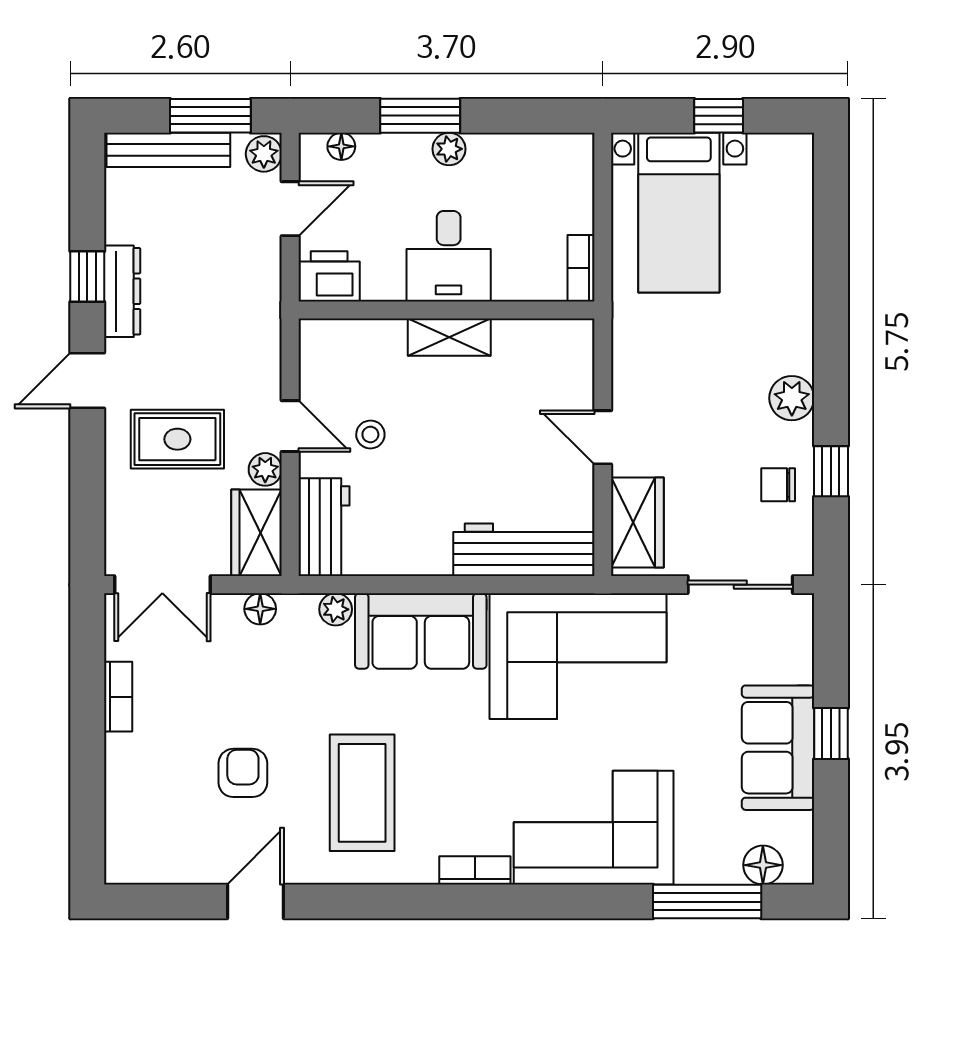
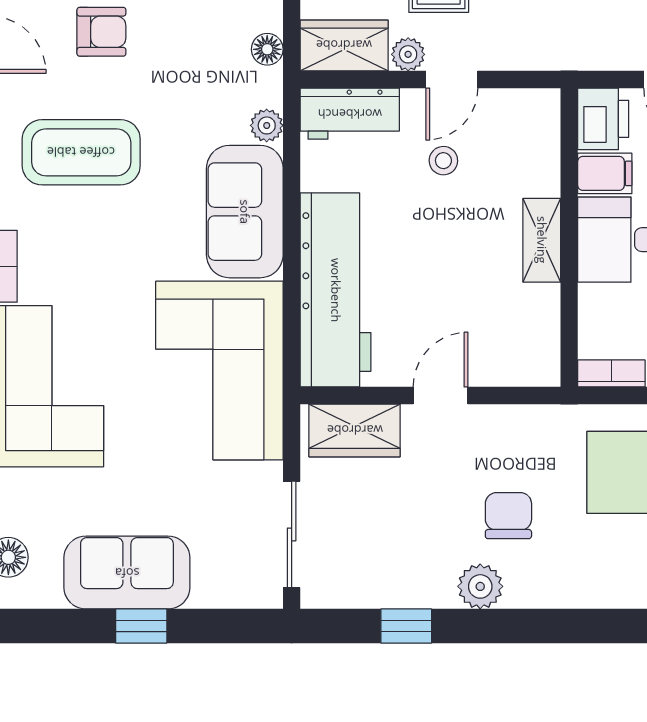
filing cabinet: (383, 275) -> (605, 173), added
chair: (778, 485) -> (508, 516), moved, width x1.37, depth x1.37
workbench: (524, 550) -> (336, 290), width x1.36, depth x1.32

